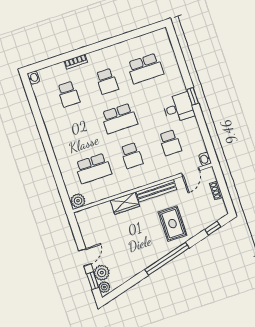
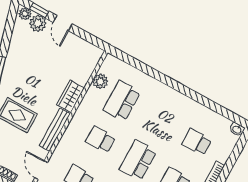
plant: (78, 201) -> (100, 81), moved

